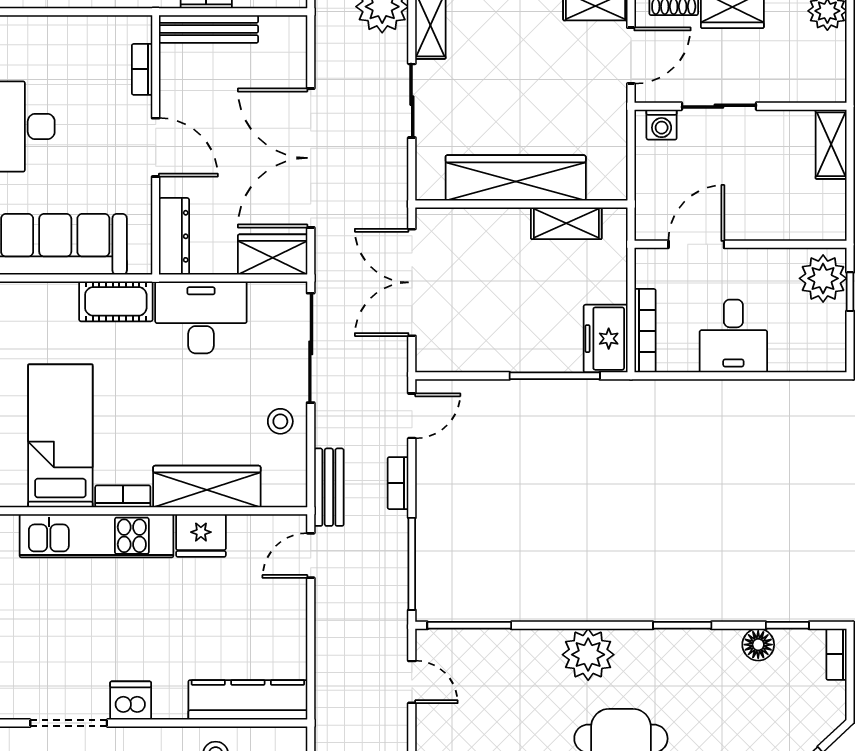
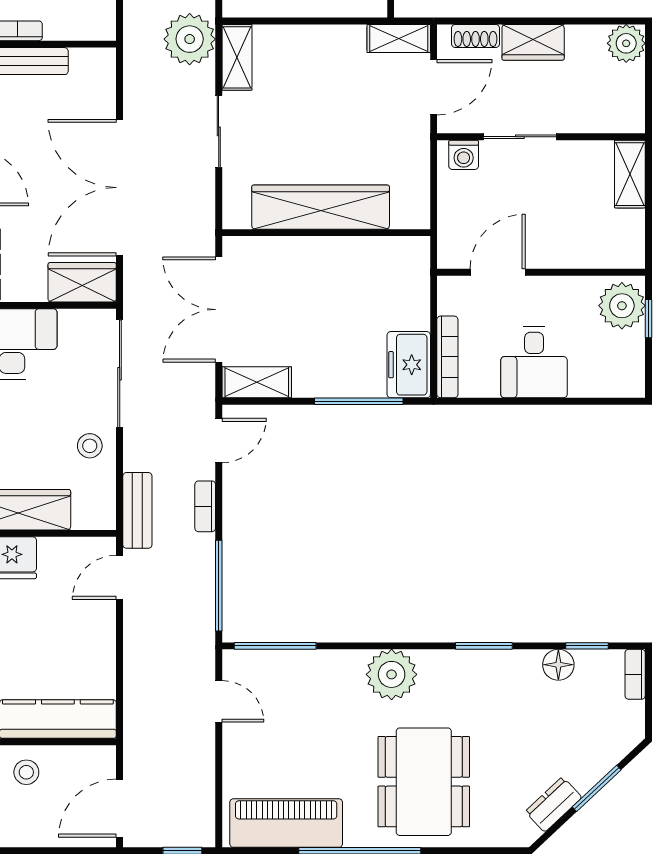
shelving: (566, 223) -> (257, 382), moved

